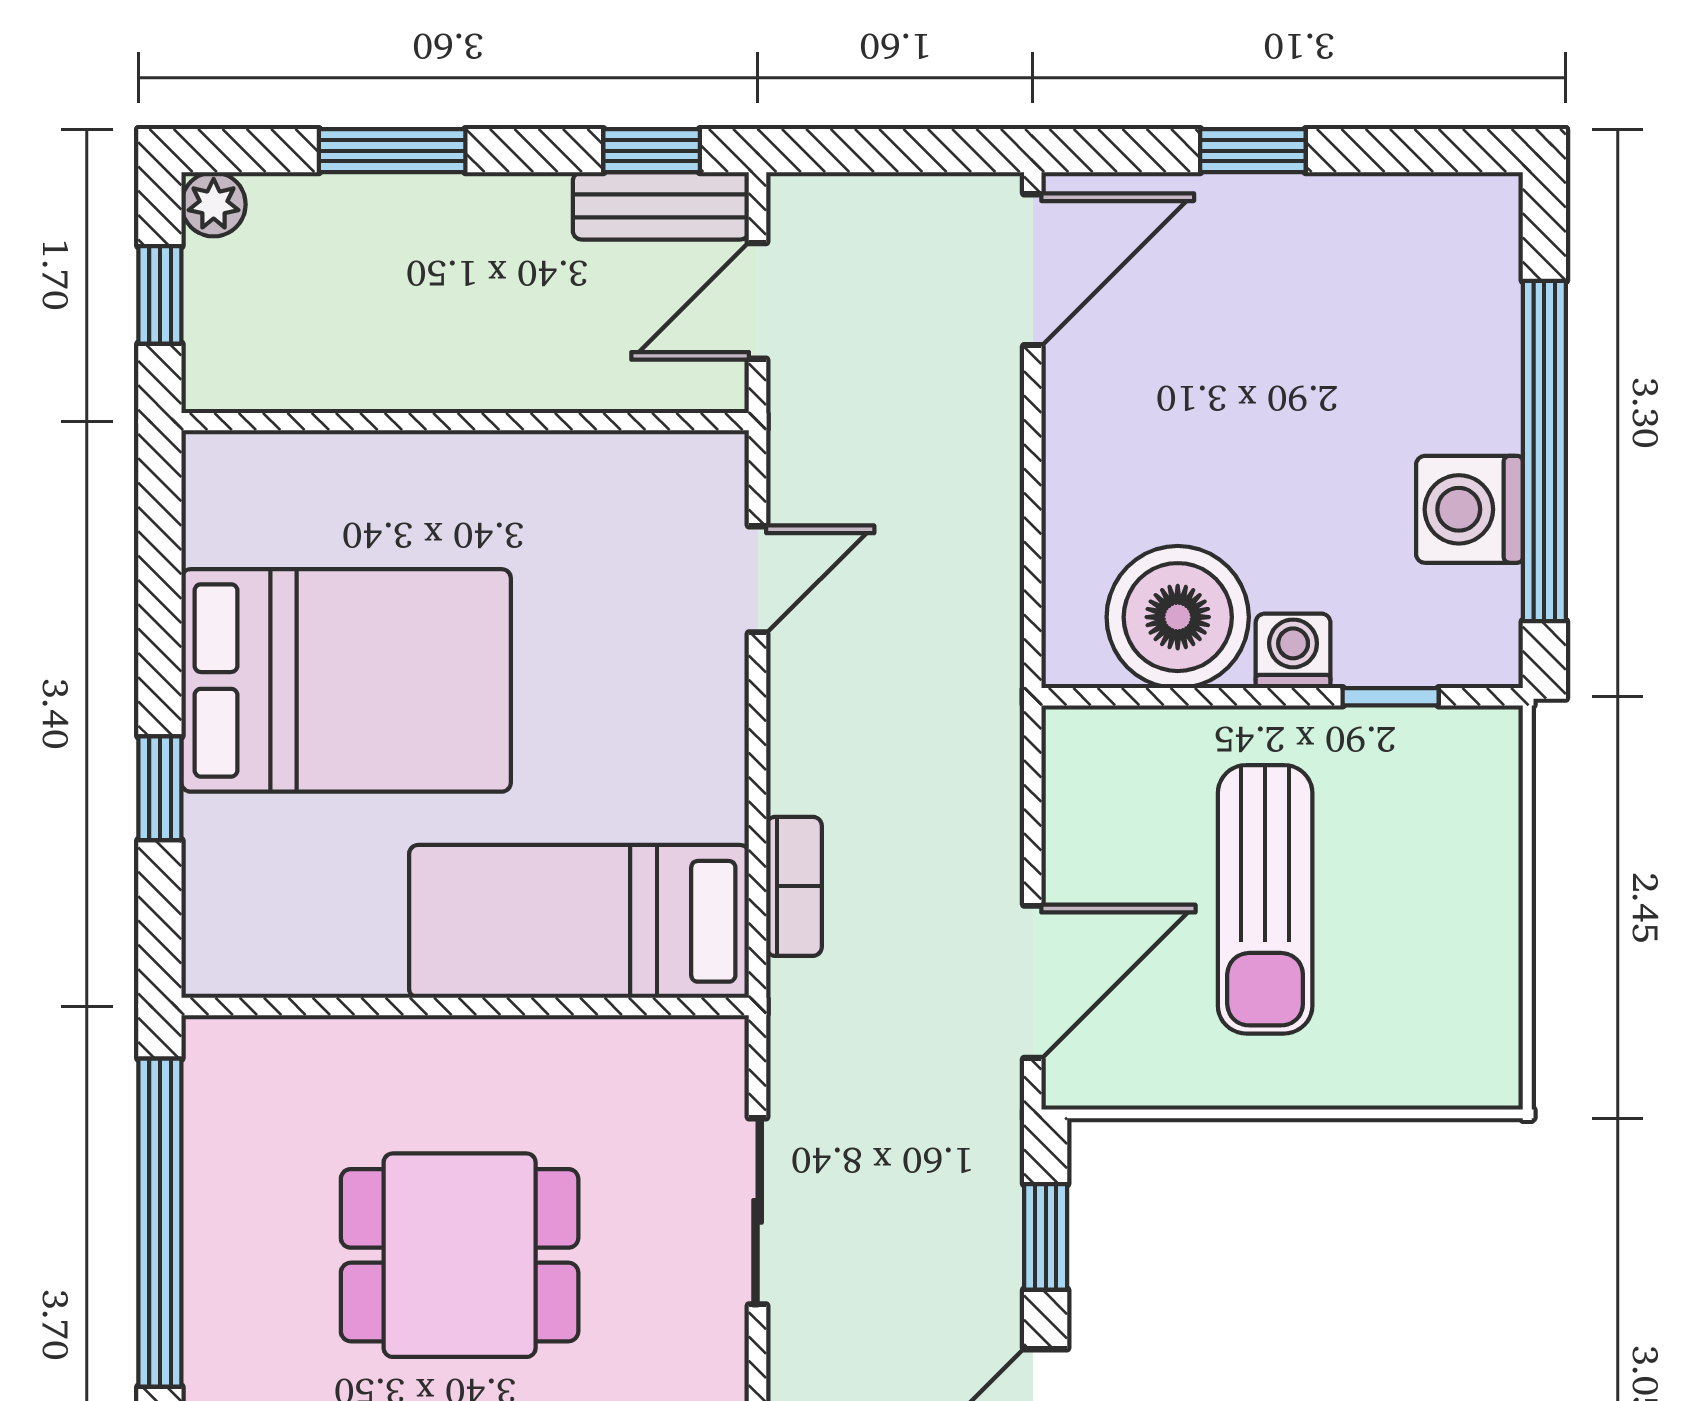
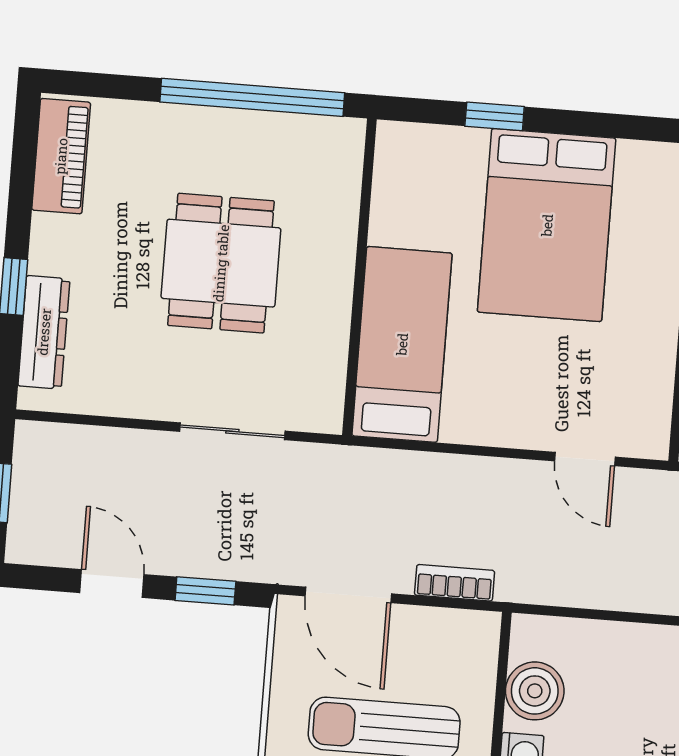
boiler: (1178, 617) -> (535, 691), width x0.73, depth x0.73
bookcase: (794, 886) -> (455, 583), moved, turned 180

